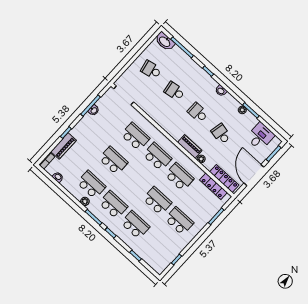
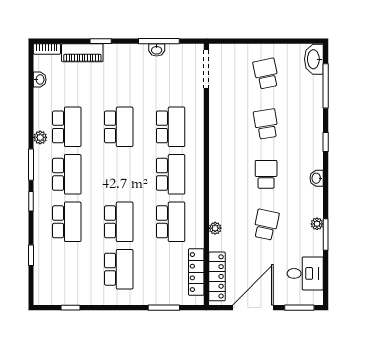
piano: (190, 147) -> (217, 202), removed

